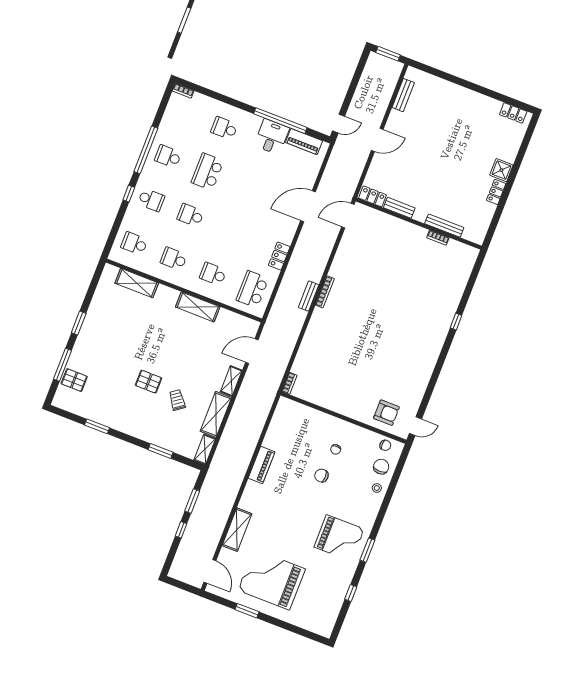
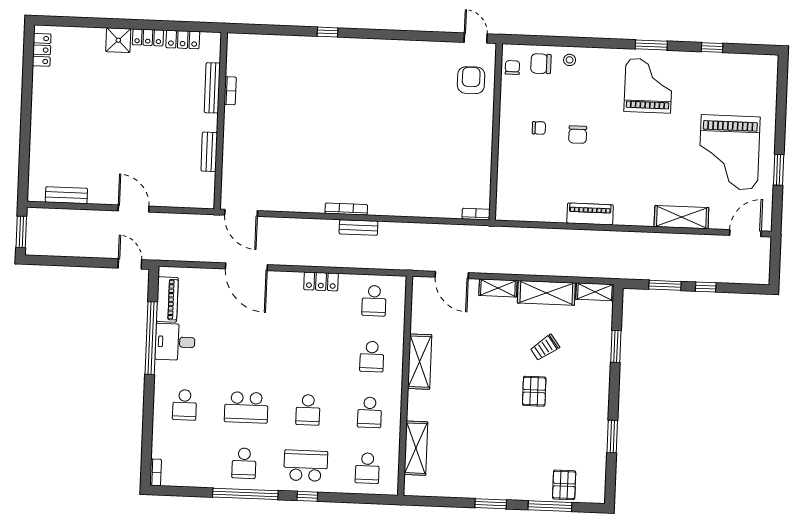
locker: (373, 196) -> (183, 40), moved, turned -90
school desk: (151, 200) -> (306, 466), width x1.85
school desk: (252, 289) -> (374, 301), width x0.54

